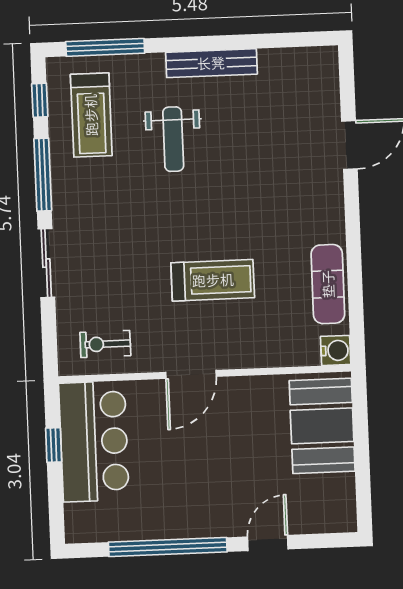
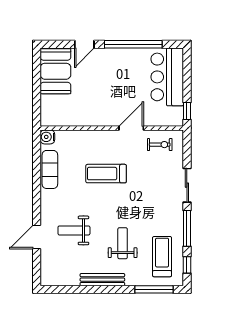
weight bench: (274, 161) -> (74, 230), added
door: (191, 374) -> (131, 128), moved
booth: (322, 426) -> (55, 71), moved
bar counter: (94, 441) -> (167, 77), moved
window: (54, 445) -> (187, 111), moved

